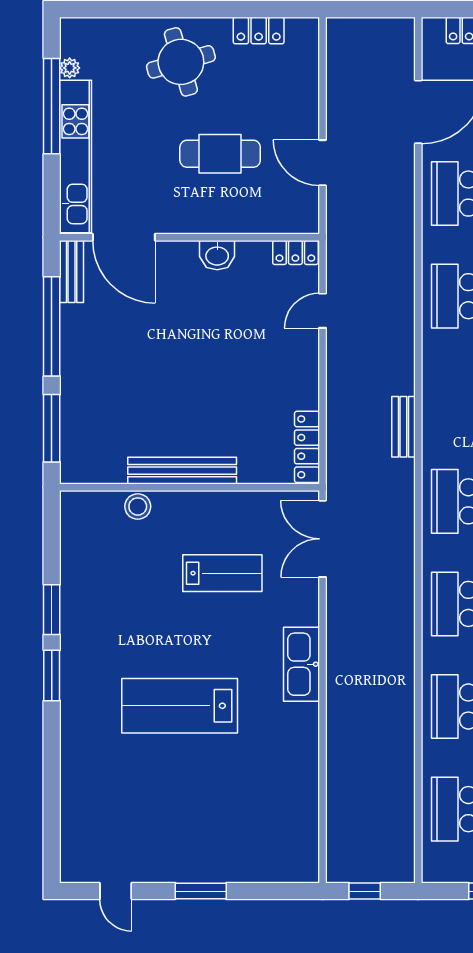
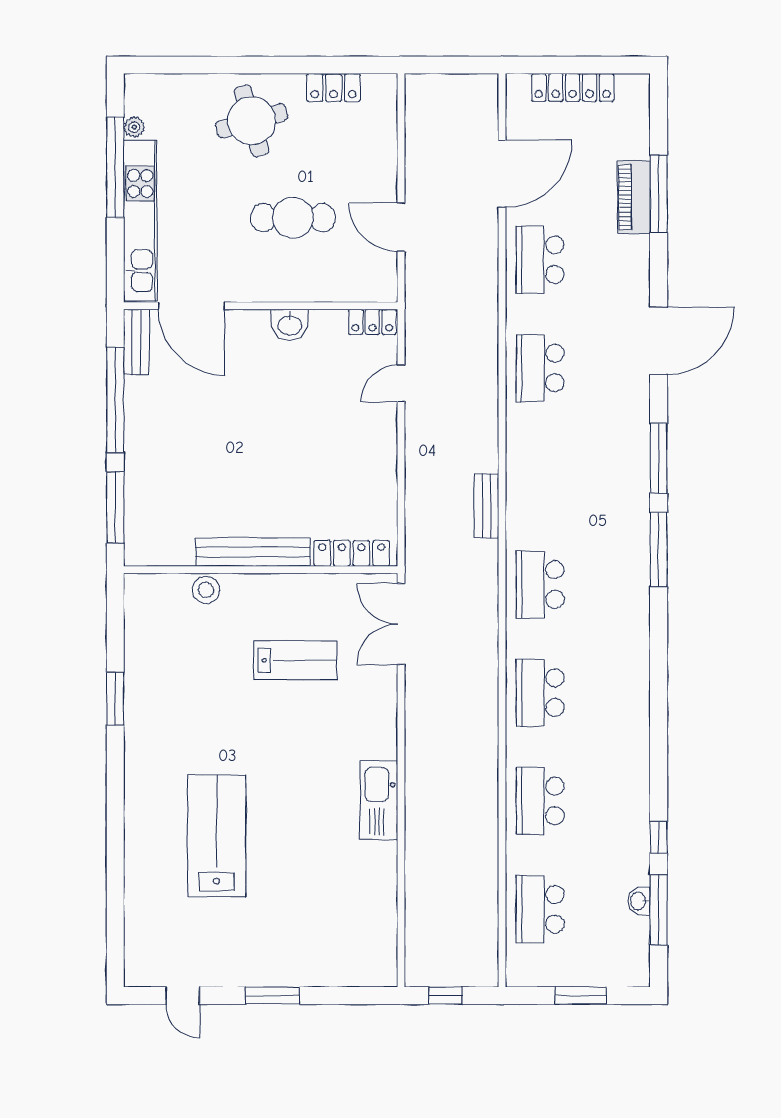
locker: (307, 447) -> (352, 553), moved, turned 90
kitchen sink: (301, 664) -> (379, 800), moved
window: (52, 675) -> (115, 768), removed
lab bench: (180, 706) -> (217, 836), moved, turned 90

